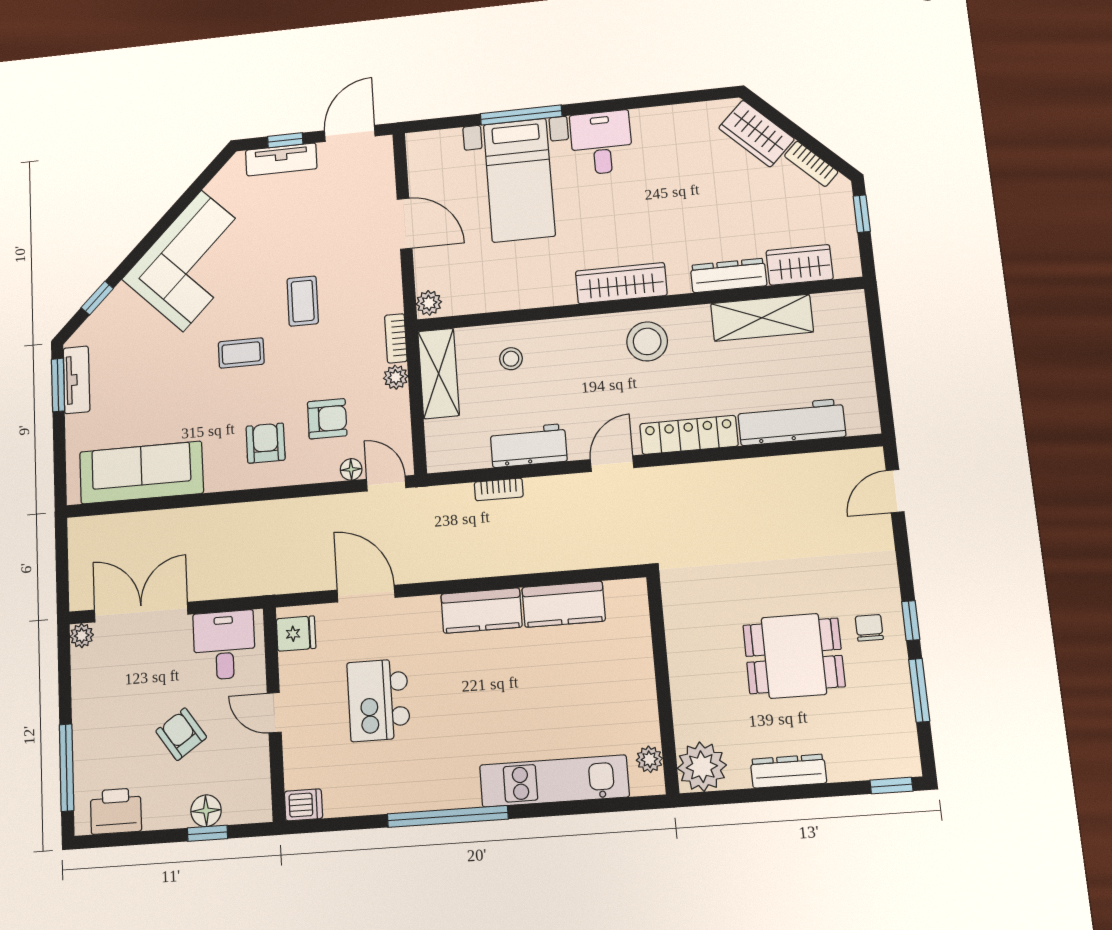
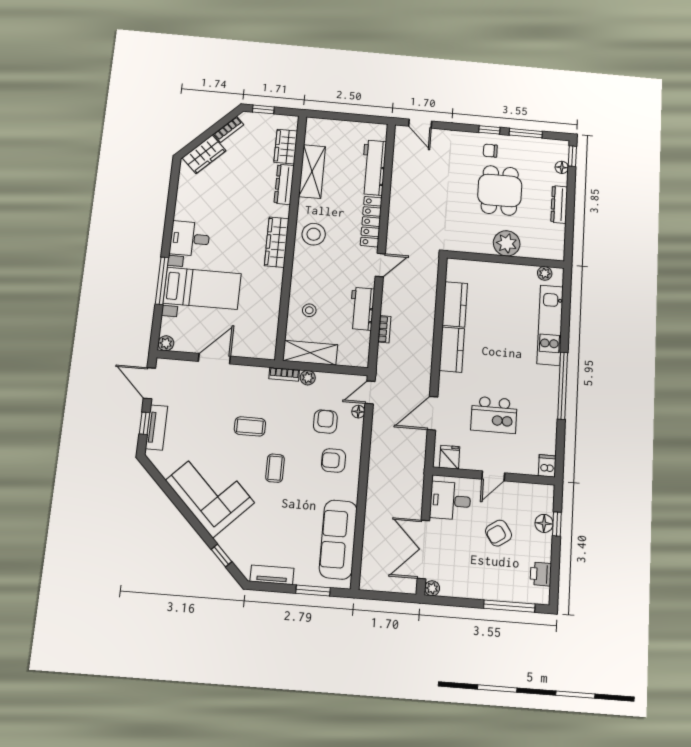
plant: (429, 303) -> (166, 343), moved
window: (58, 385) -> (313, 590), moved
door: (612, 464) -> (380, 265), swing flipped
plant: (702, 767) -> (507, 243), moved
floor lamp: (864, 768) -> (562, 167), added
printer: (116, 811) -> (541, 574), width x0.73, depth x0.81

